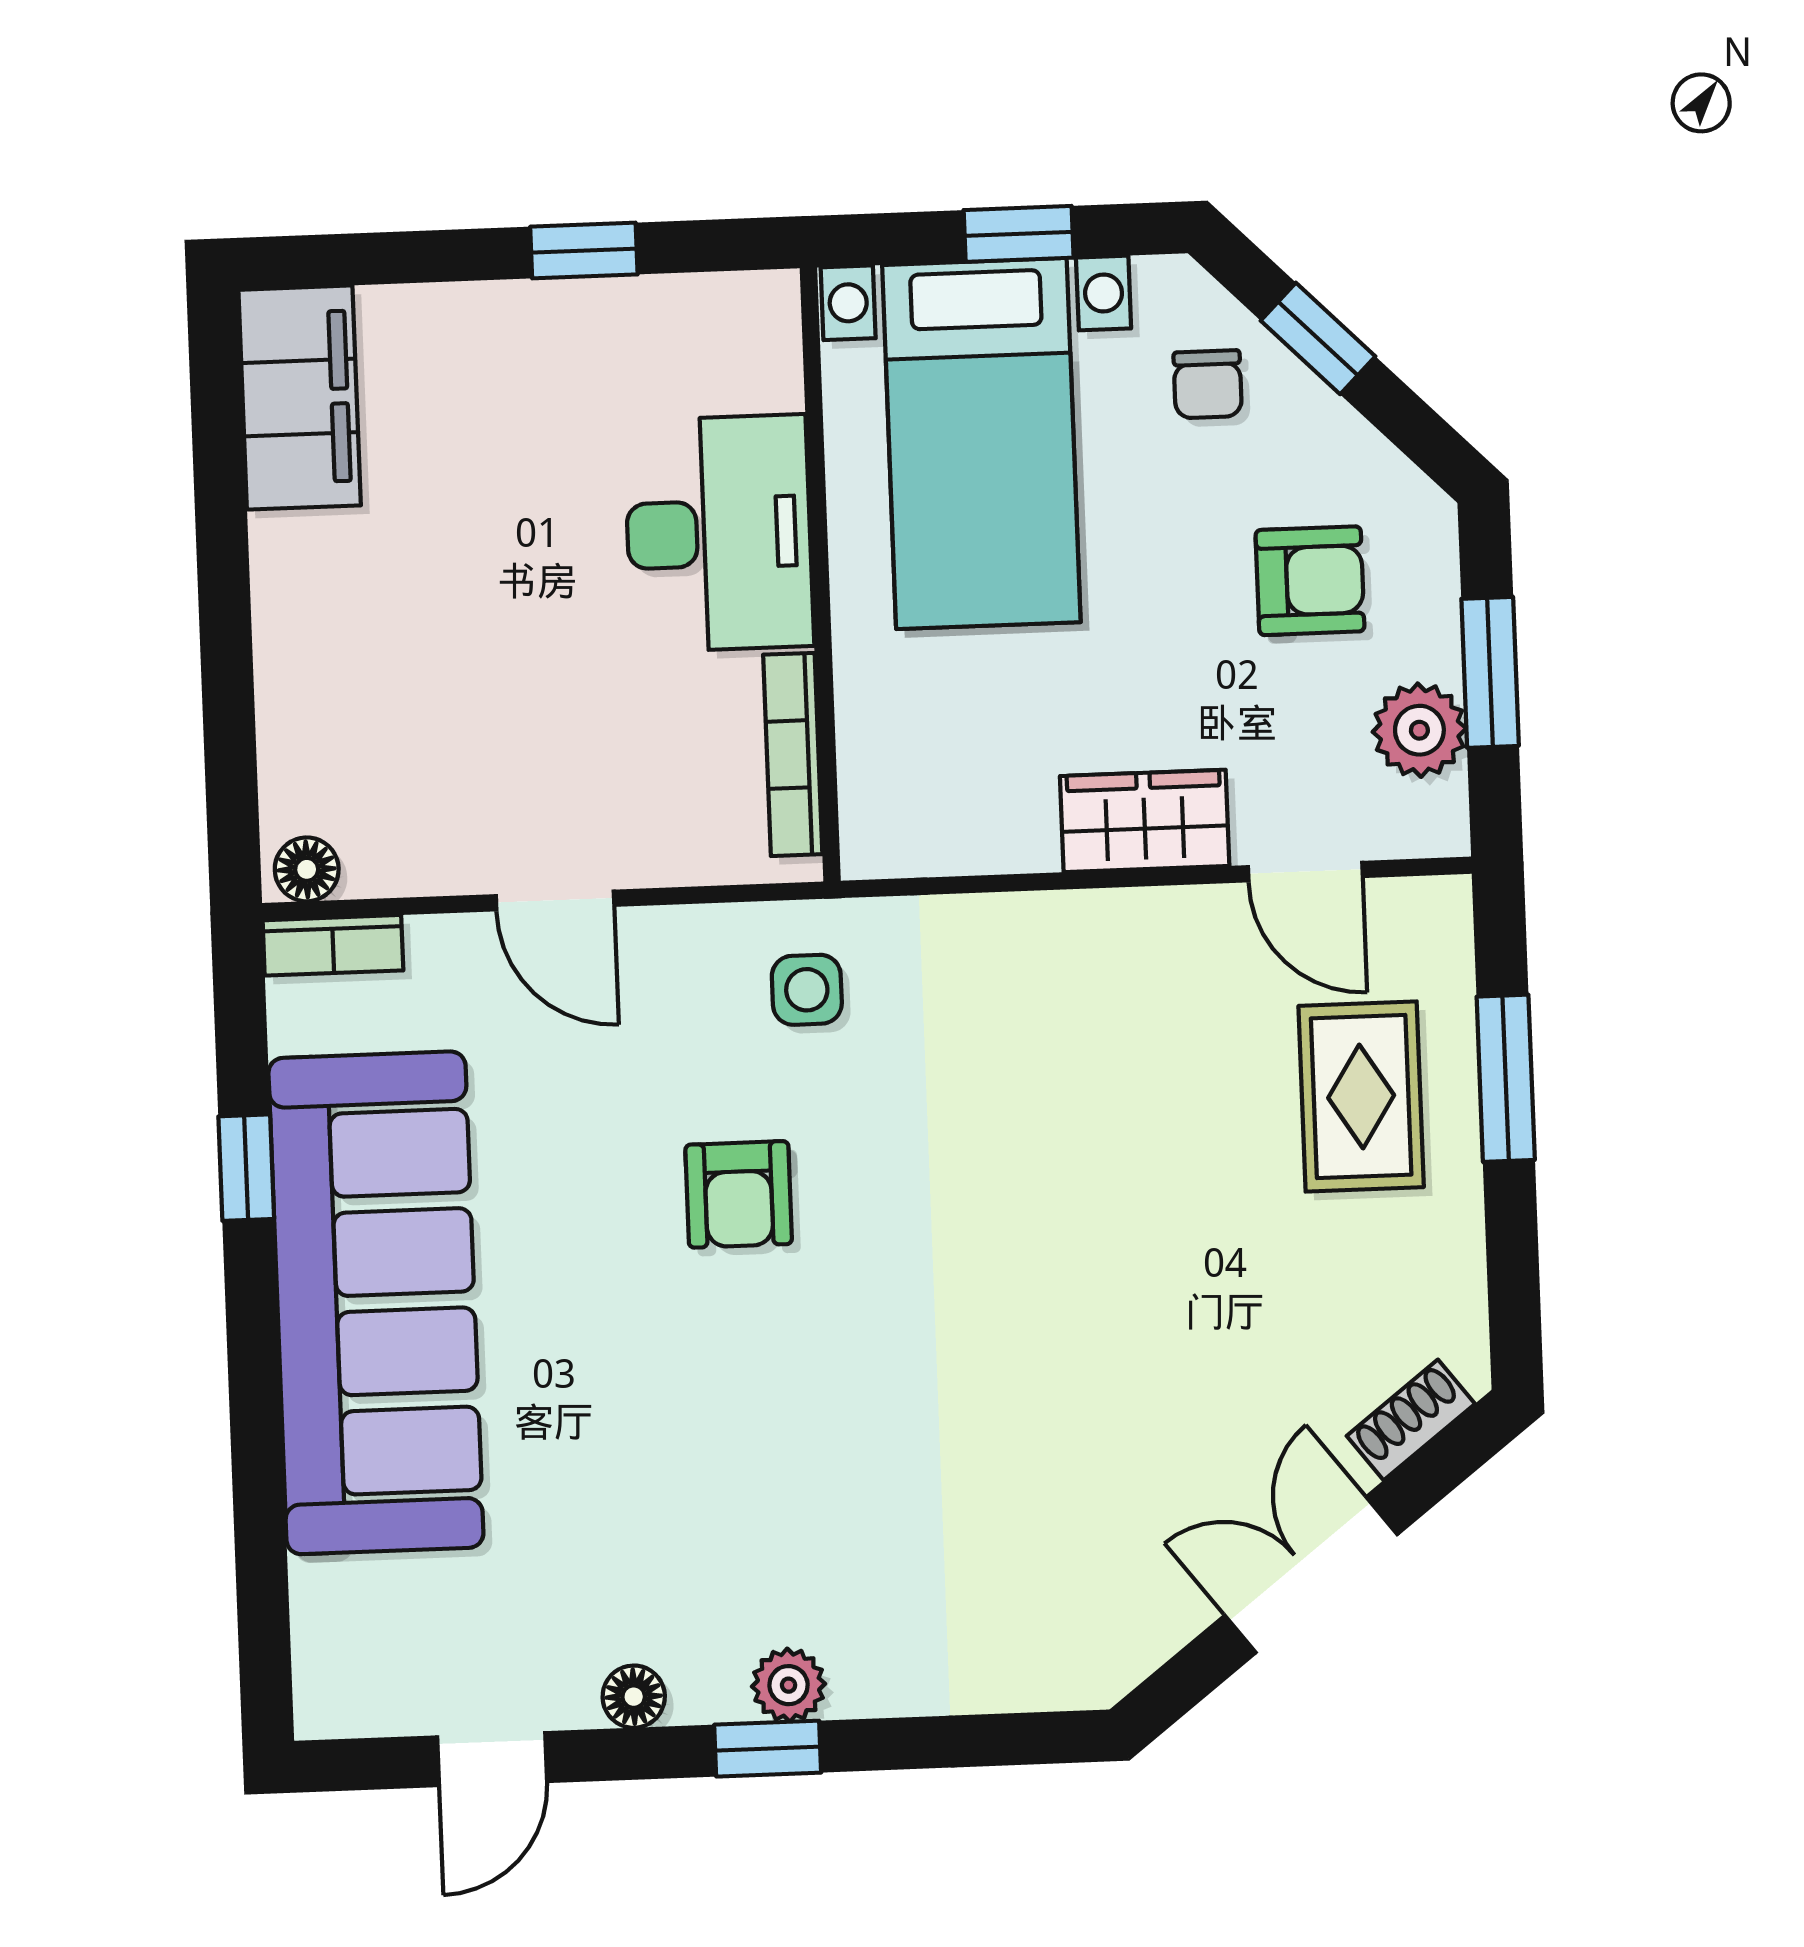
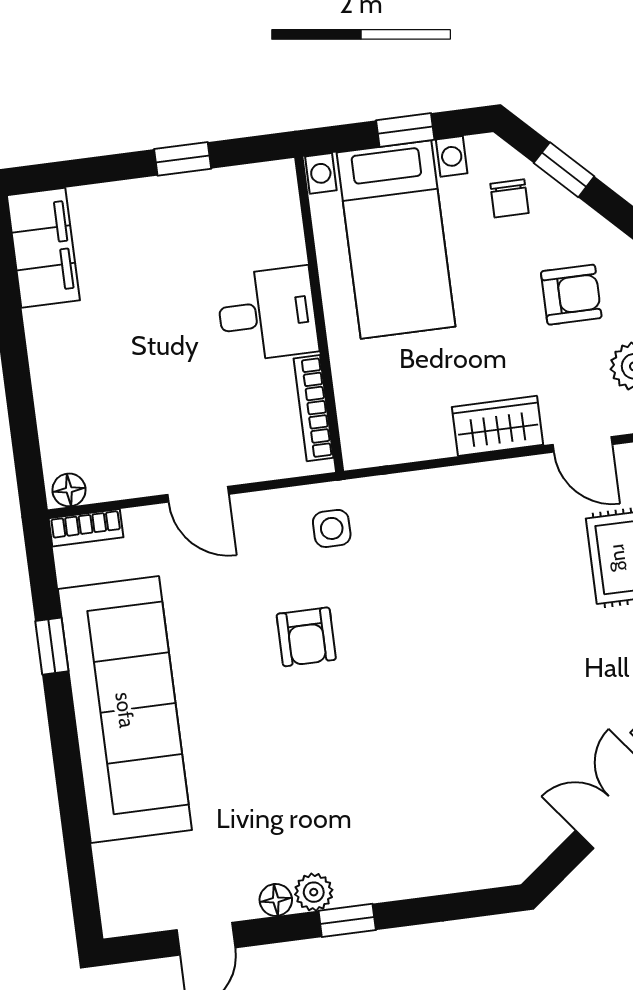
desk: (719, 533) -> (267, 314), width x0.73
plant: (789, 1685) -> (314, 892), moved

